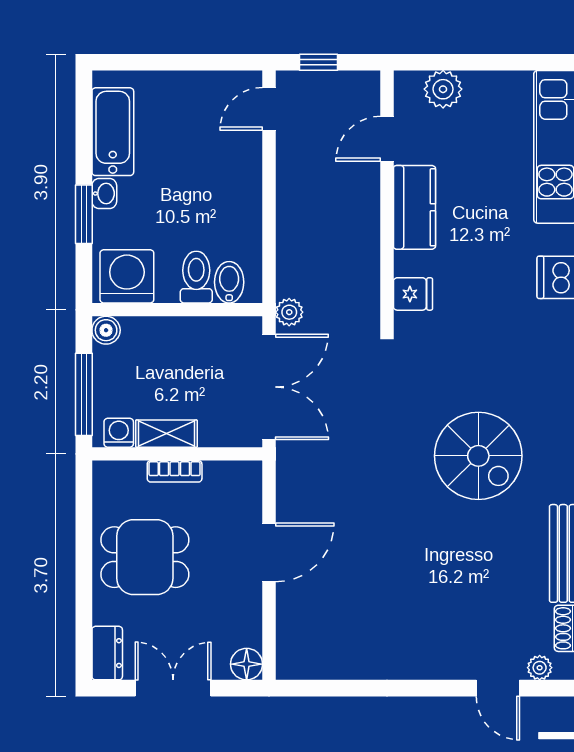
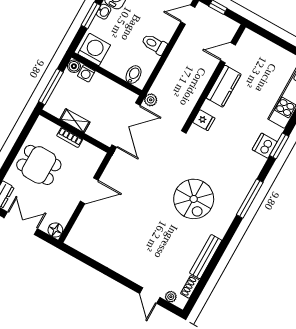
plant: (443, 89) -> (261, 46), removed
toilet: (196, 277) -> (154, 44), moved, turned -90
washing machine: (119, 433) -> (86, 73), moved, turned 180

